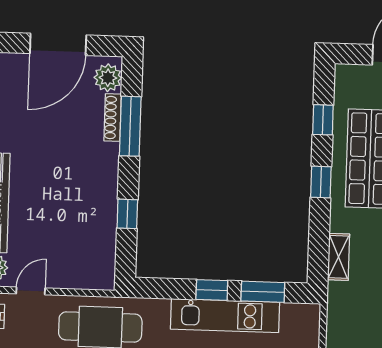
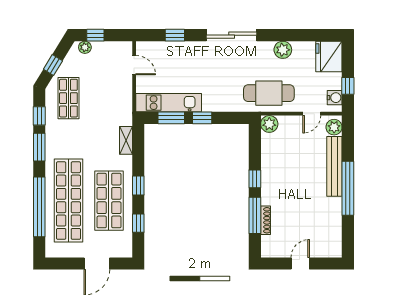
door: (58, 44) -> (300, 264), width x0.53
plant: (108, 78) -> (269, 124), moved
window: (127, 214) -> (255, 179), moved
kitchen unit: (225, 316) -> (169, 103), moved

